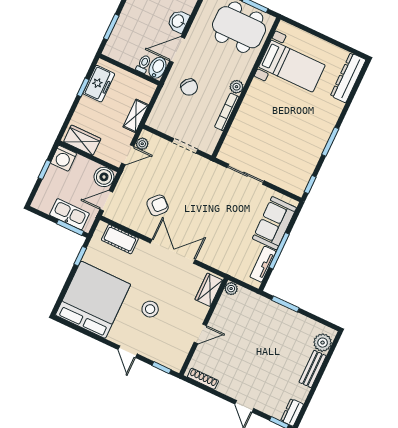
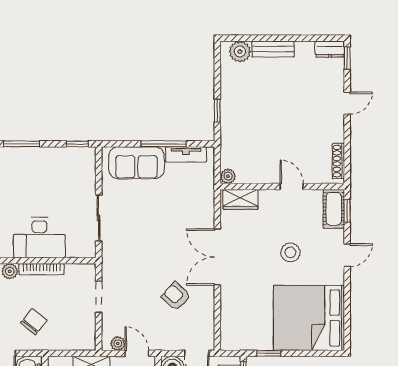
desk: (252, 122) -> (39, 238), added
cot: (120, 239) -> (334, 209), moved
window: (285, 304) -> (217, 111), width x0.67

